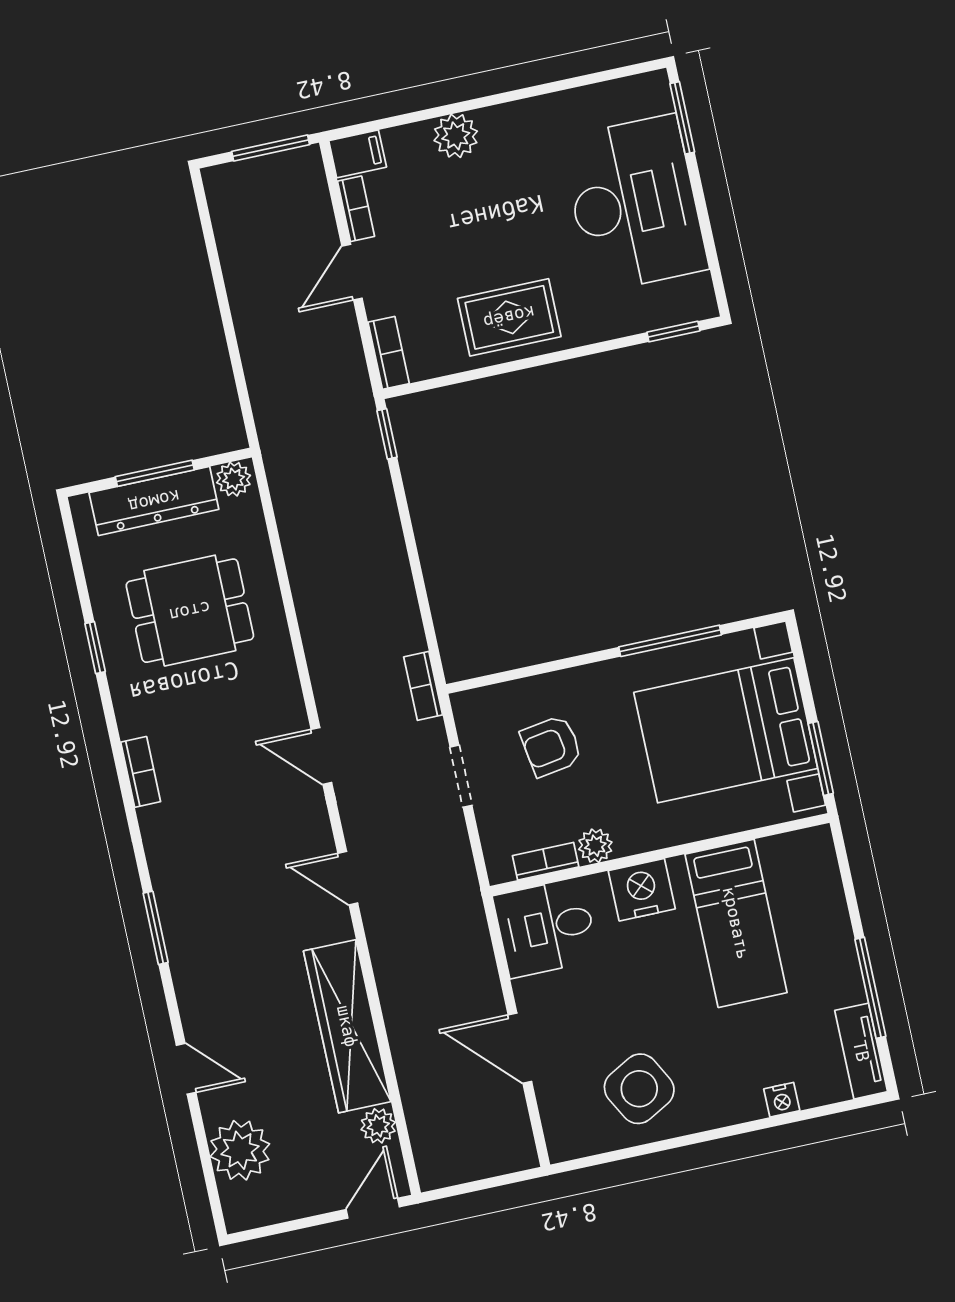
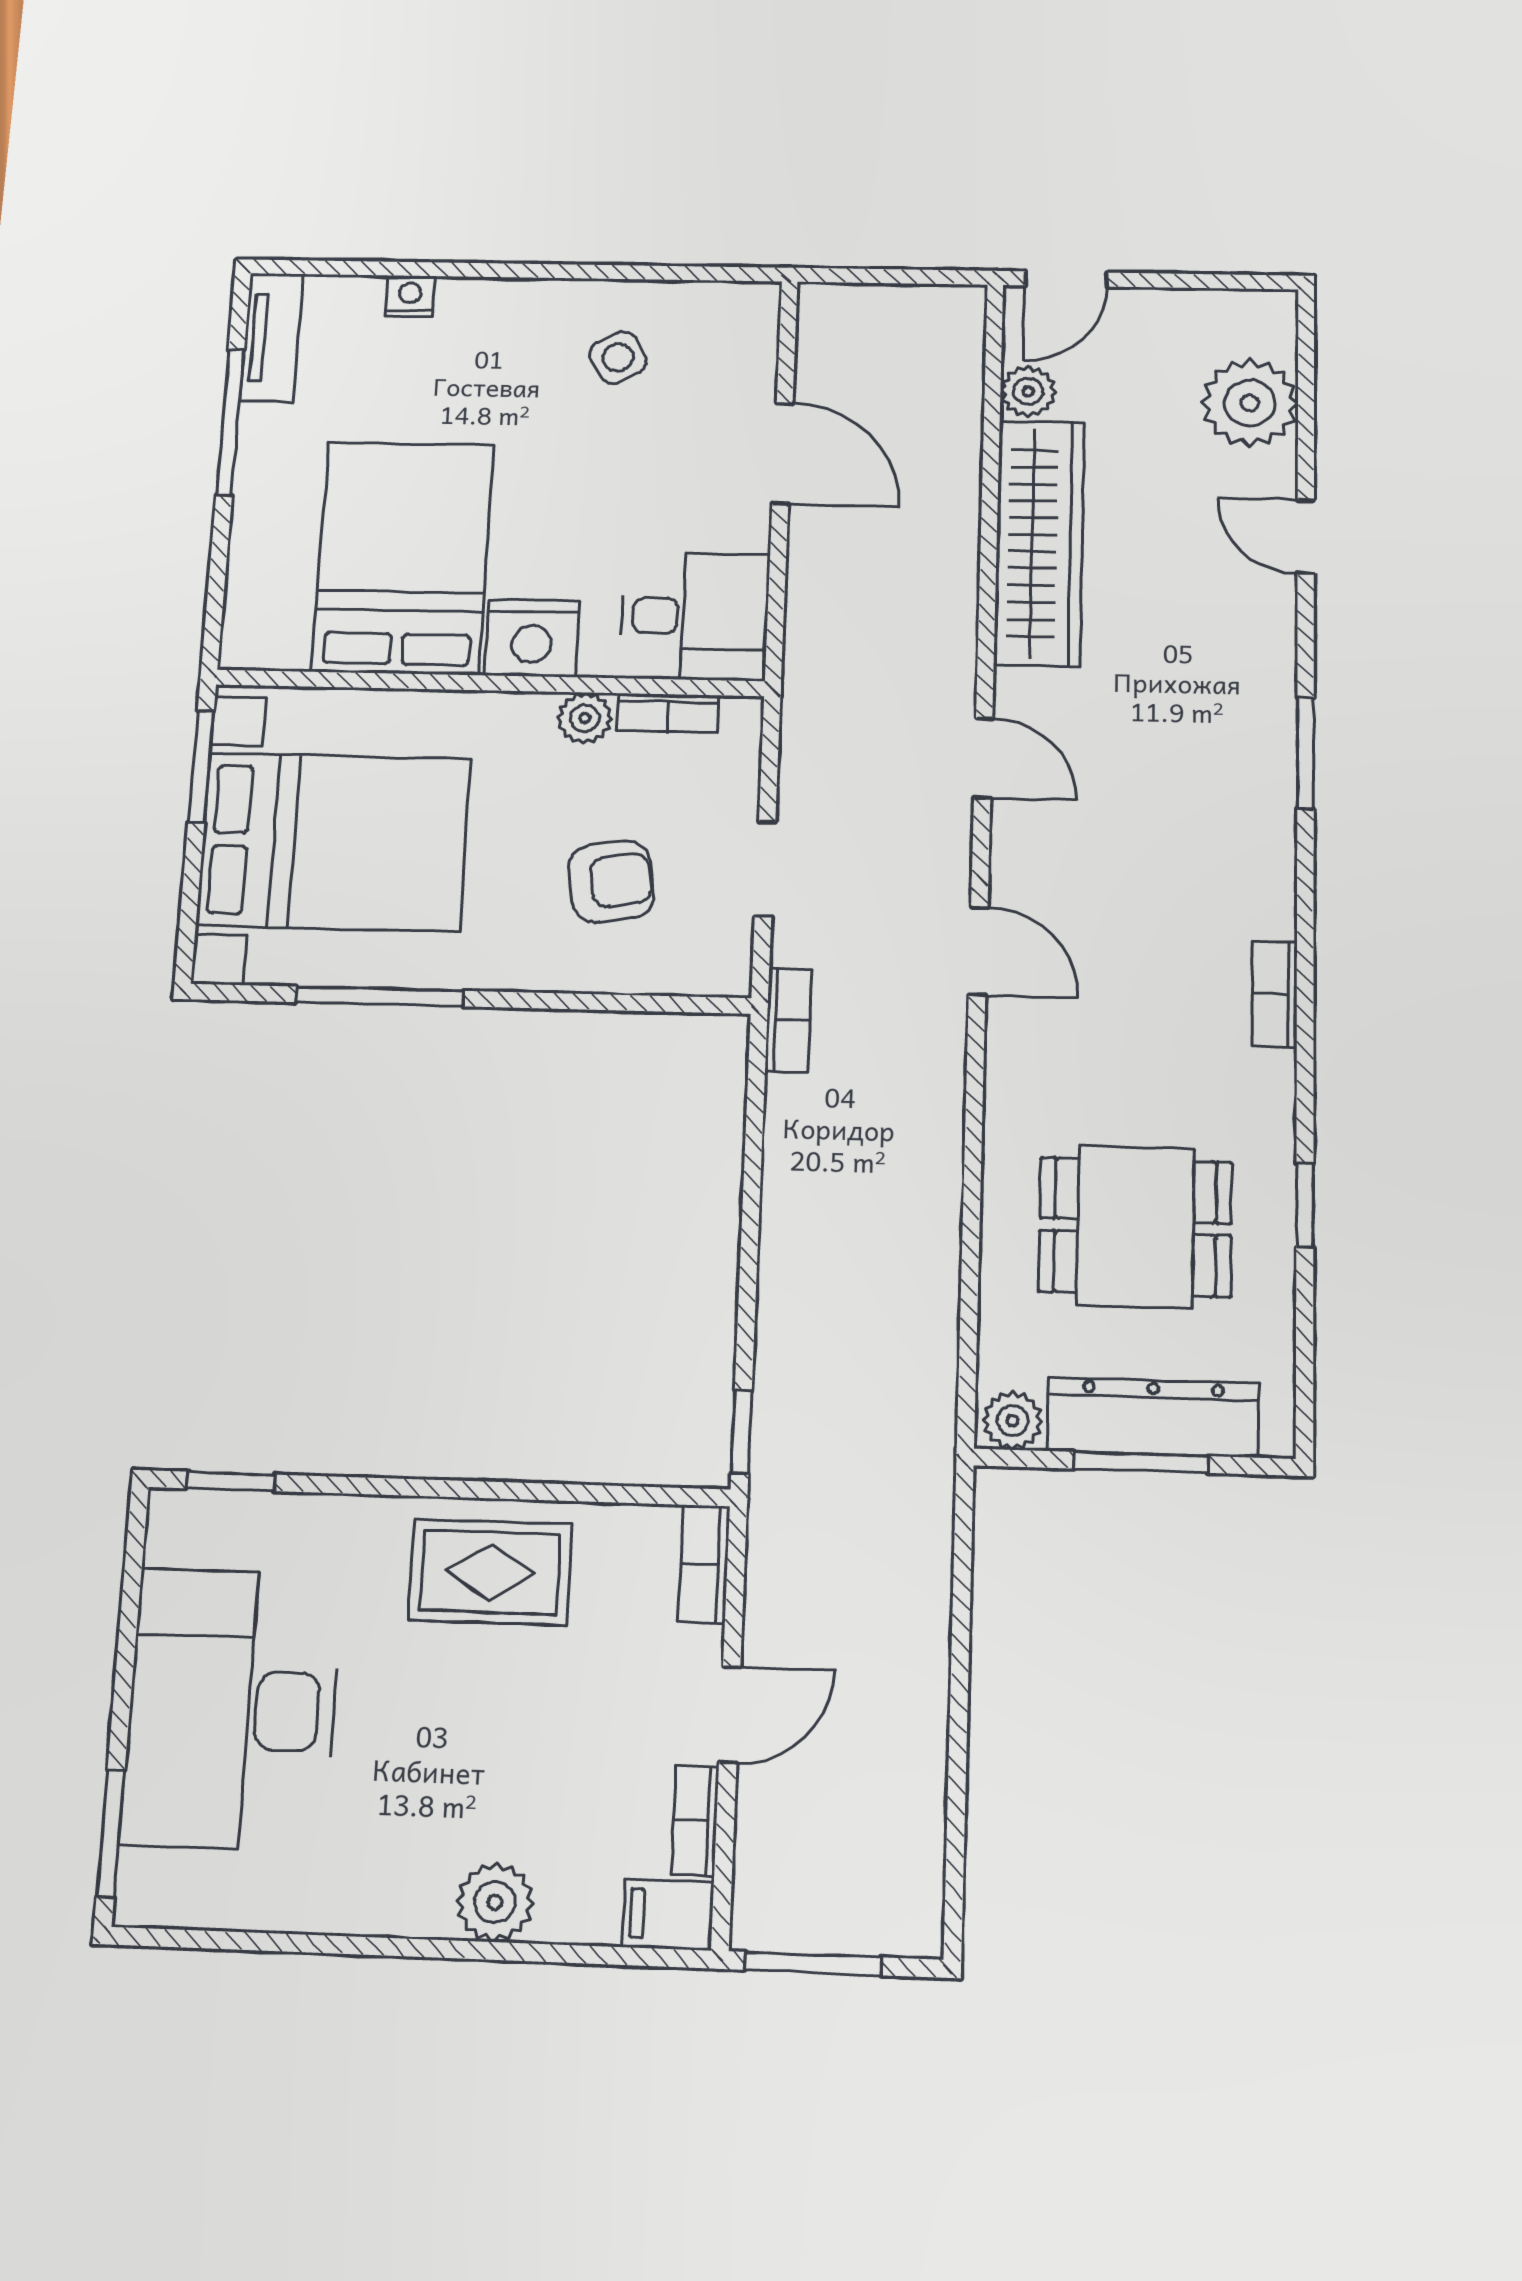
bed: (736, 923) -> (403, 558), width x1.50
side table: (639, 1089) -> (618, 358), width x0.54, depth x0.54

